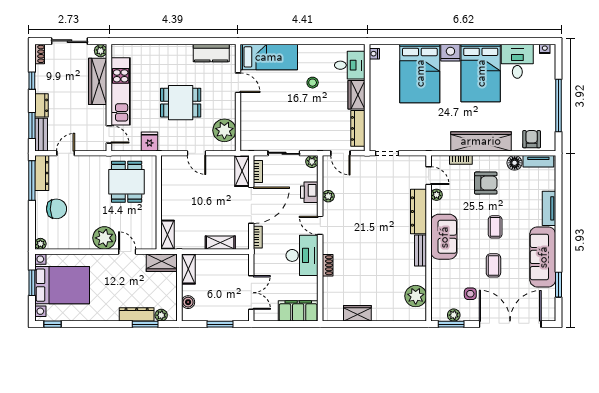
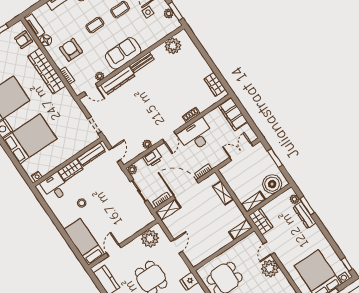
door: (429, 176) -> (91, 89), swing flipped
boiler: (188, 302) -> (272, 184), width x1.86, depth x1.86
wardrobe: (357, 313) -> (215, 84), moved

